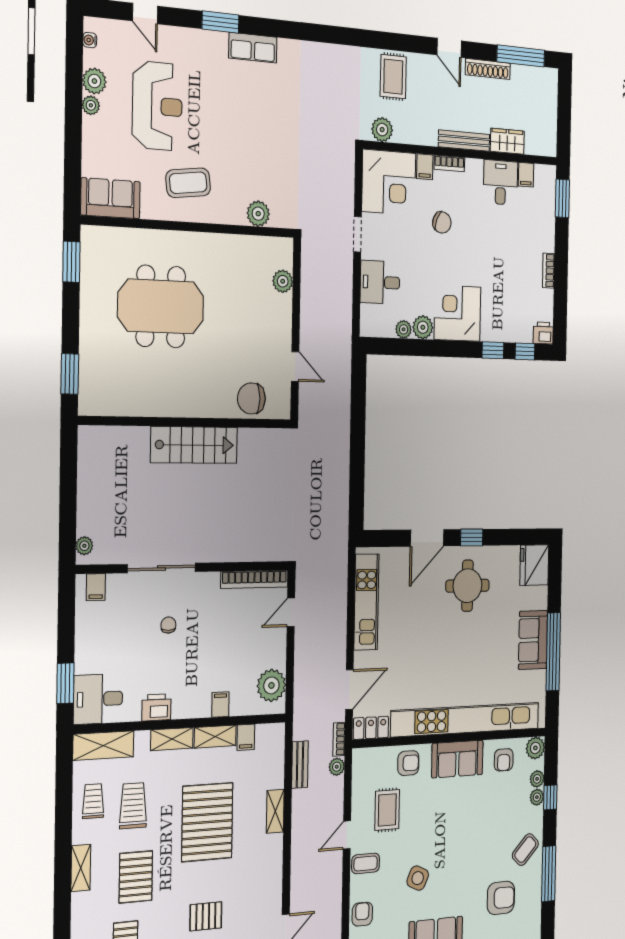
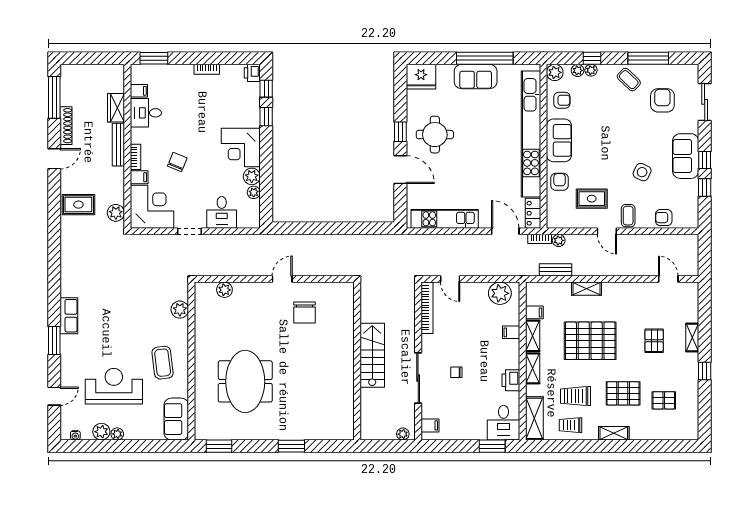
wall: (187, 422) -> (357, 361), moved
stairs: (194, 445) -> (372, 355), moved

